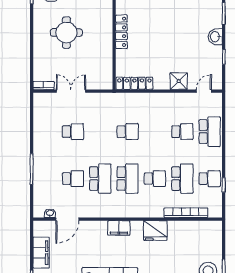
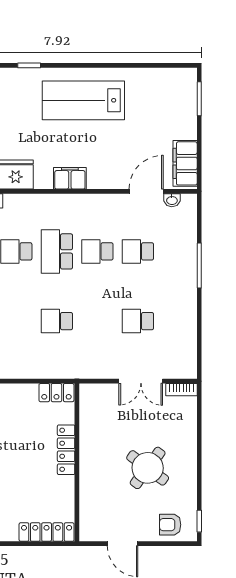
locker: (121, 32) -> (66, 450), moved
round table: (66, 33) -> (148, 468), turned 37
locker: (134, 83) -> (56, 393), width x0.66
school desk: (100, 179) -> (97, 251), width x0.54
filing cabinet: (41, 253) -> (185, 163), moved

